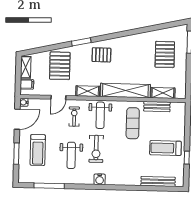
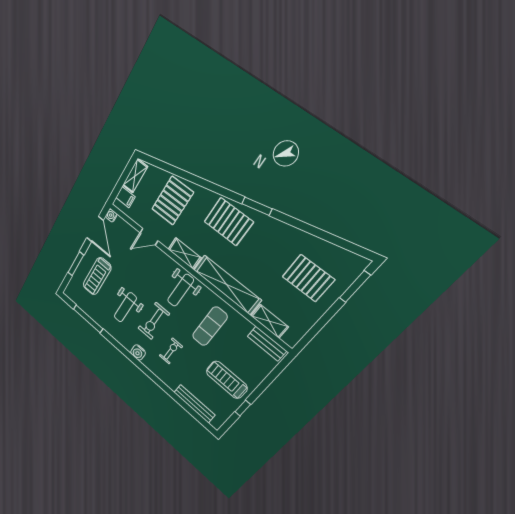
window: (81, 42) -> (257, 206), moved
pallet: (165, 54) -> (308, 278), turned 90
pallet: (101, 55) -> (228, 222), width x1.50, depth x1.42
bench: (157, 107) -> (267, 344), moved
exercise bike: (74, 117) -> (171, 351), moved
door: (17, 119) -> (95, 229), hinge flipped

